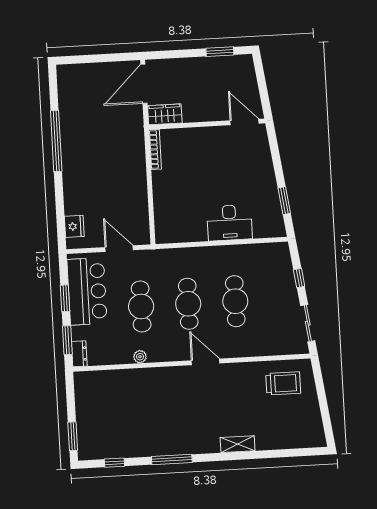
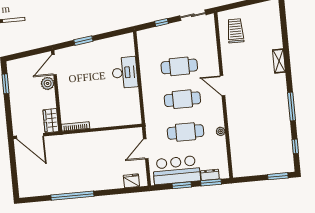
plant: (218, 112) -> (48, 83), added
window: (284, 201) -> (83, 41), moved
dresser: (79, 354) -> (210, 175), moved
door: (206, 362) -> (222, 86), hinge flipped

